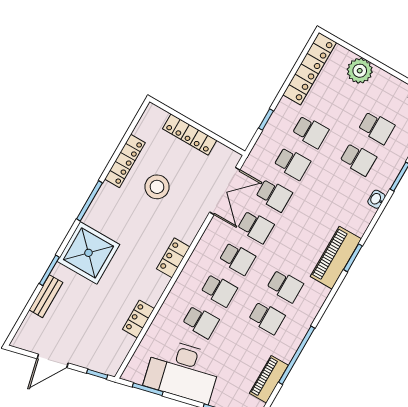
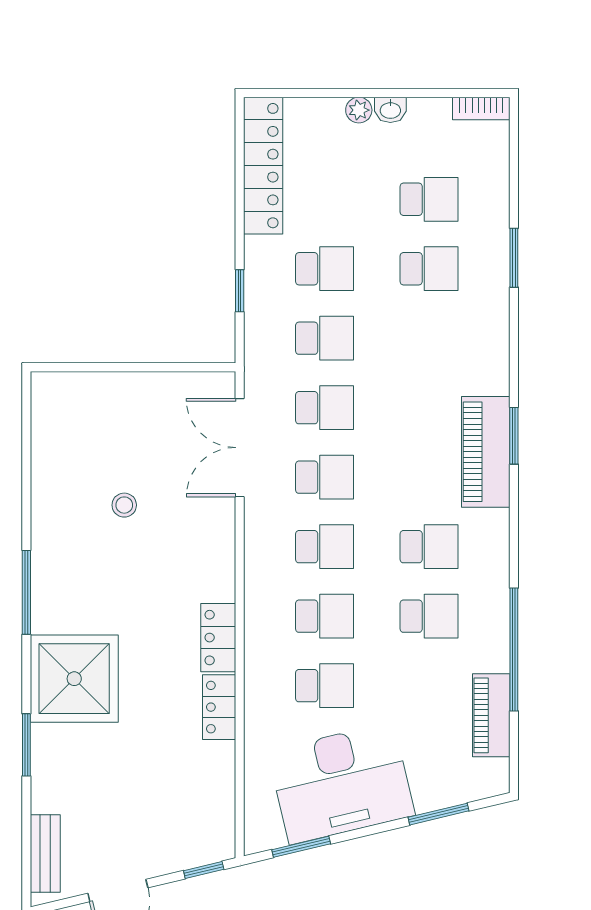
plant: (360, 71) -> (359, 110), width x0.53, depth x0.53
locker: (190, 134) -> (128, 388), removed
locker: (125, 161) -> (47, 493), removed
stool: (157, 187) -> (124, 505), width x0.53, depth x0.53
double door: (225, 191) -> (240, 448), swing flipped
washbasin: (376, 199) -> (390, 110), moved, turned -90
locker: (173, 258) -> (218, 638), moved
bench: (46, 296) -> (45, 853), moved
locker: (138, 319) -> (219, 707), moved

